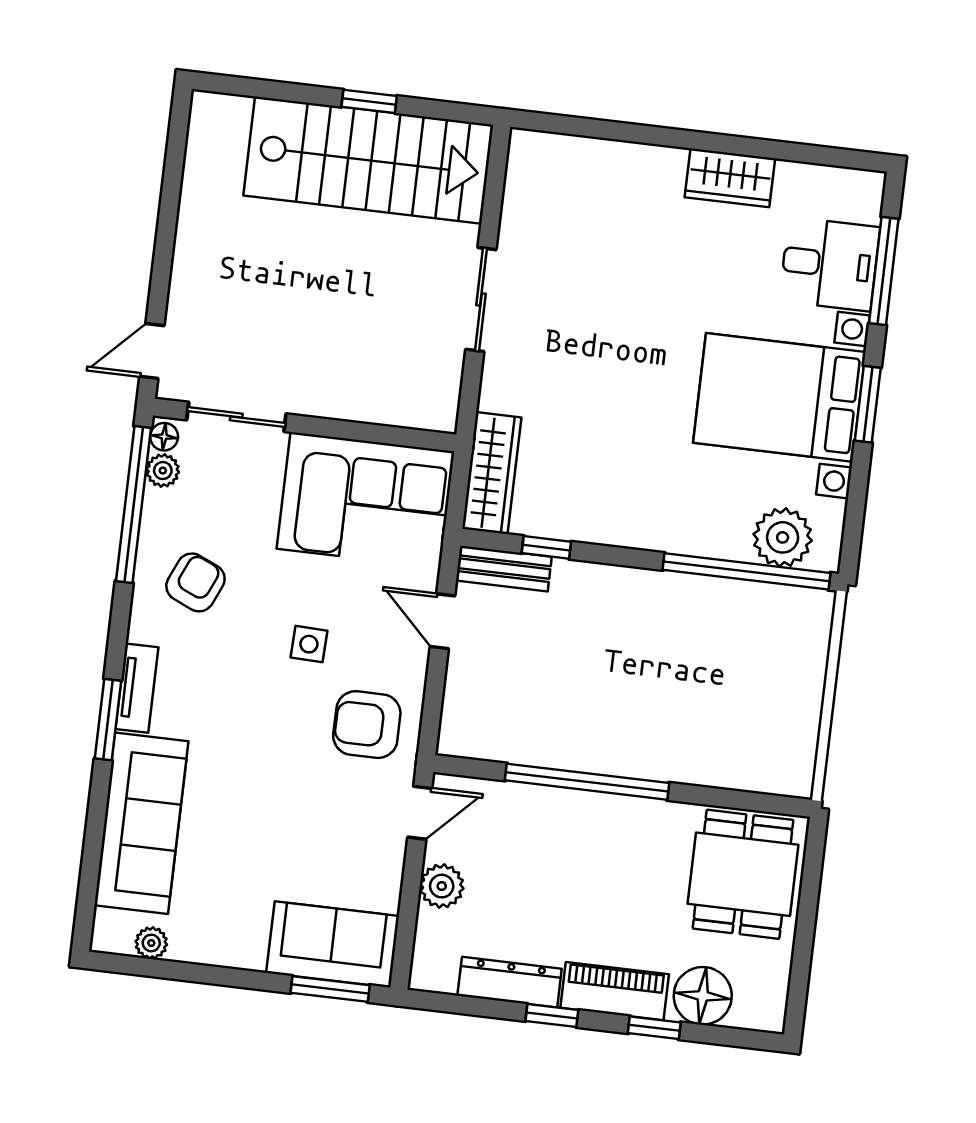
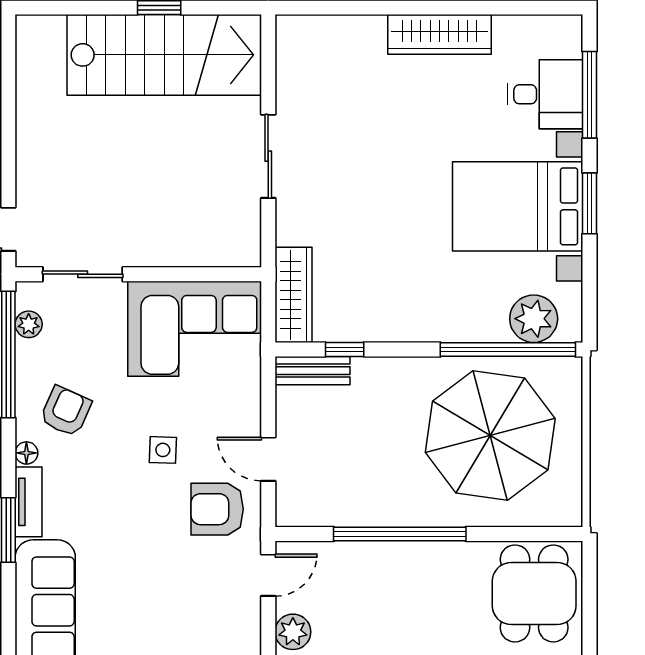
wardrobe: (730, 178) -> (440, 34), width x1.50
floor lamp: (164, 437) -> (26, 453), moved
door: (443, 621) -> (268, 459), moved
parasol: (712, 674) -> (490, 435), added

